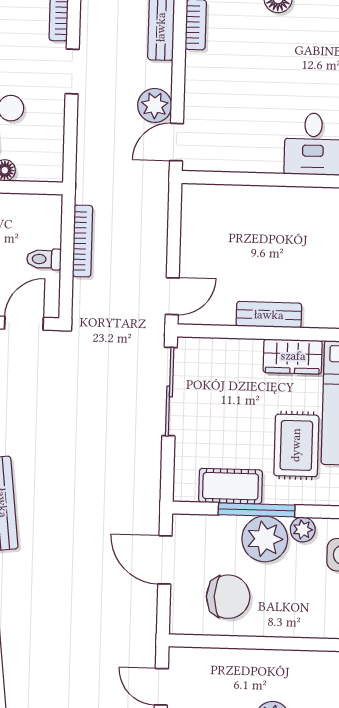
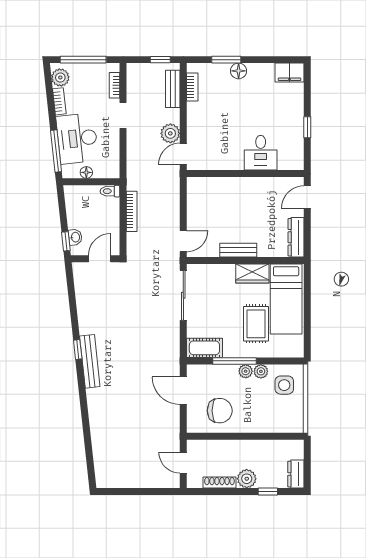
toilet: (44, 259) -> (110, 191), moved
cot: (230, 486) -> (204, 348), moved
plant: (265, 539) -> (246, 371), width x0.53, depth x0.53

